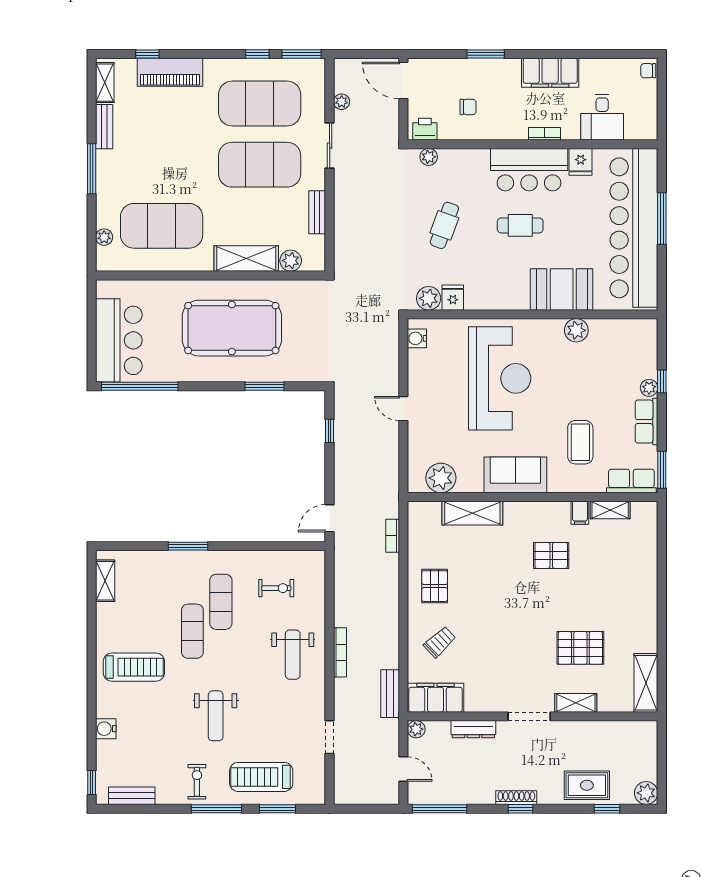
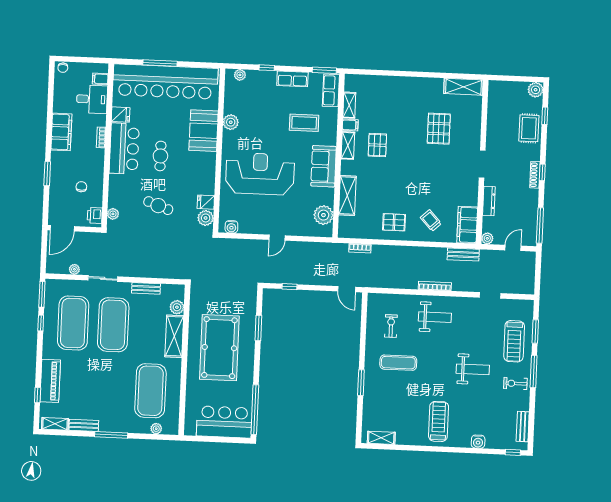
filing cabinet: (634, 129) -> (100, 79), added
plant: (649, 388) -> (240, 75), moved
exercise mat: (192, 631) -> (417, 382), removed
shelving: (576, 703) -> (348, 145), moved

